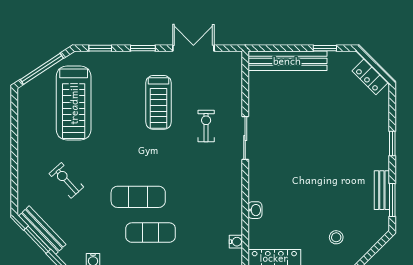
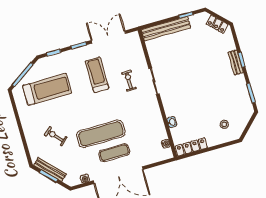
double door: (193, 48) -> (108, 37), width x1.37
treadmill: (158, 102) -> (97, 75), turned 180
treadmill: (74, 103) -> (47, 89), turned -90
bench: (382, 190) -> (236, 62), moved
exercise mat: (138, 197) -> (101, 134), width x1.36, depth x1.45

